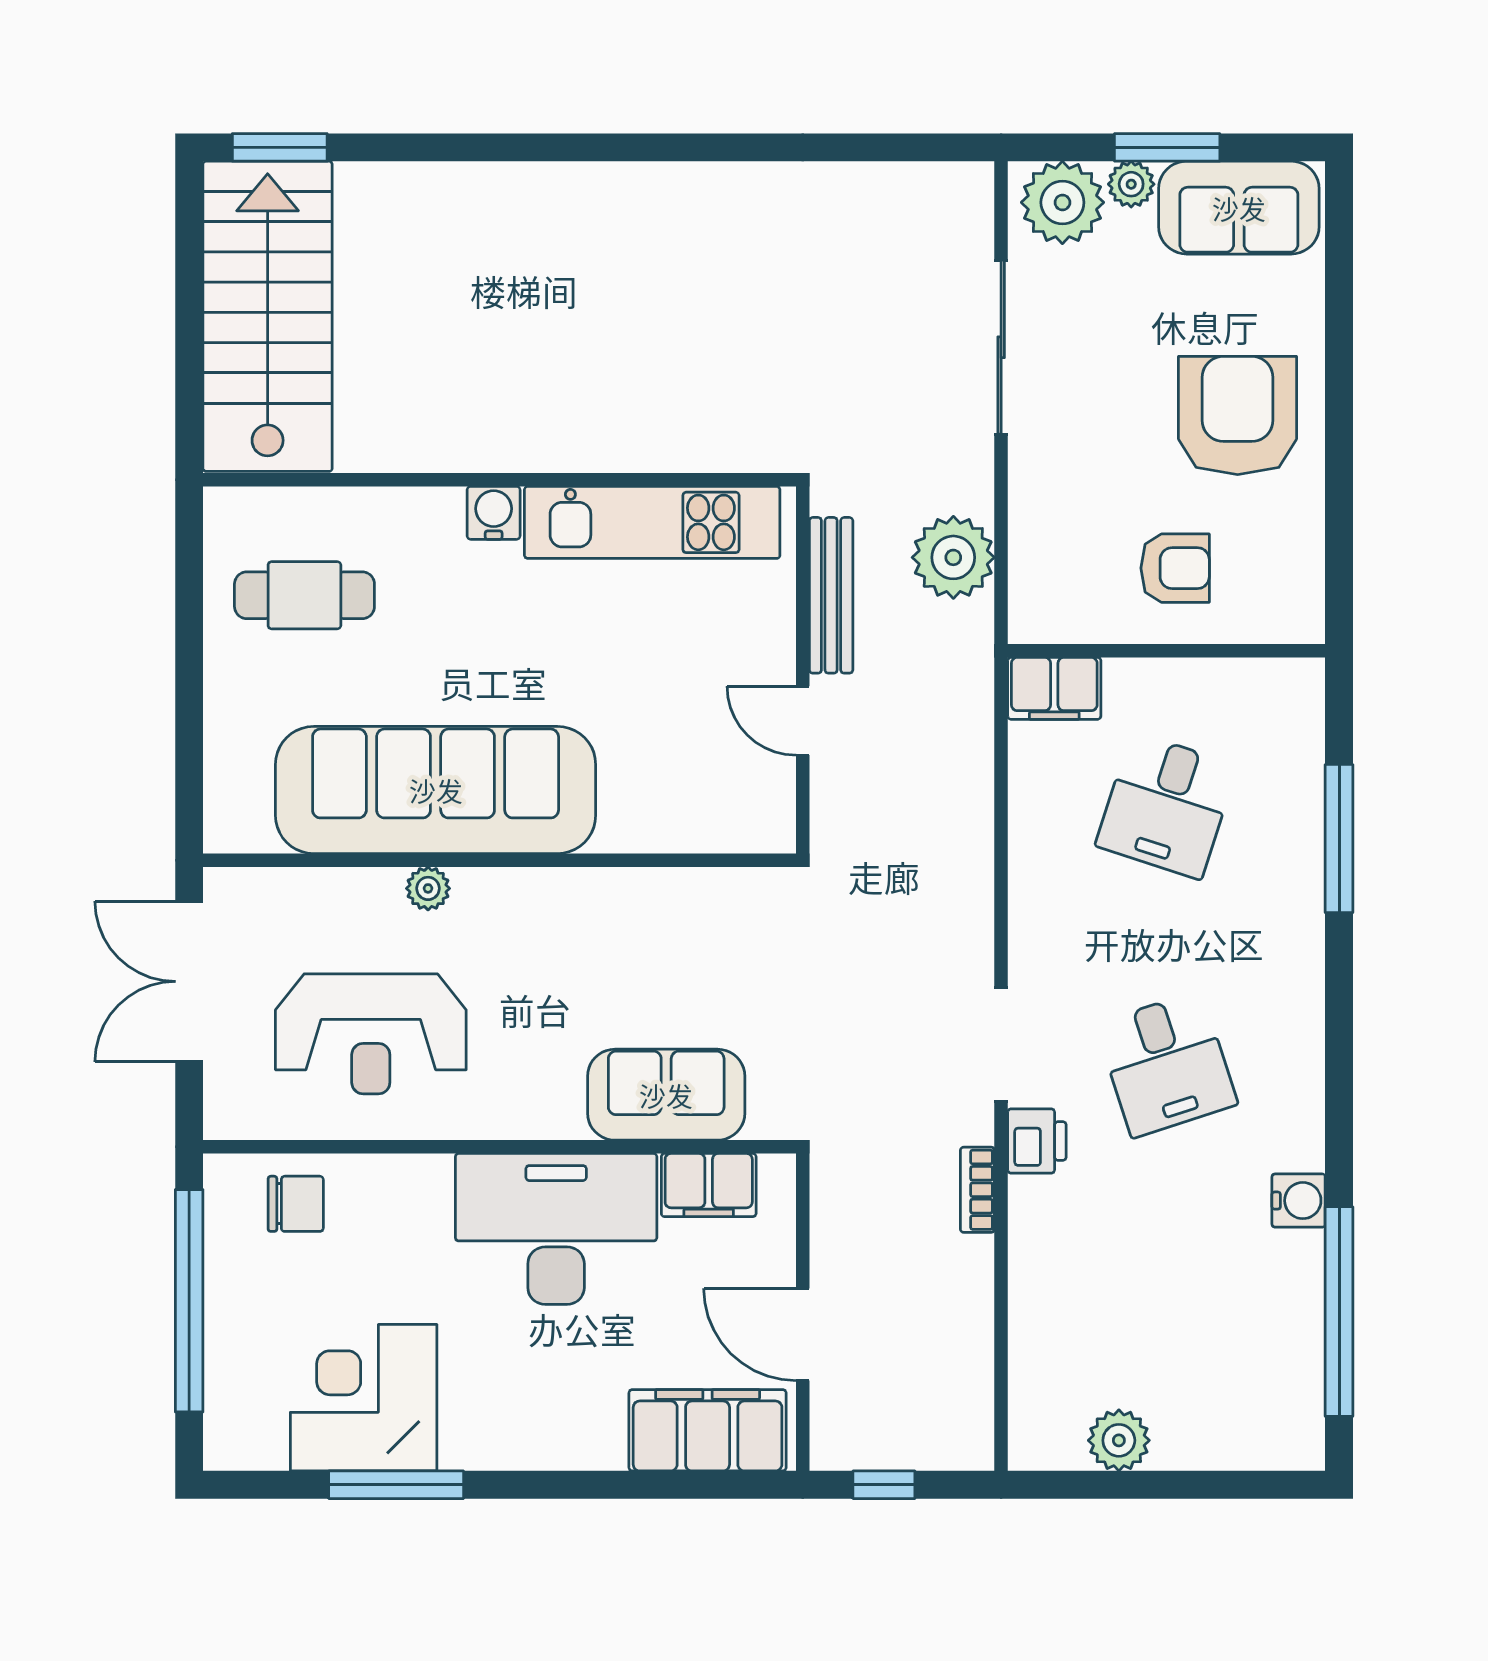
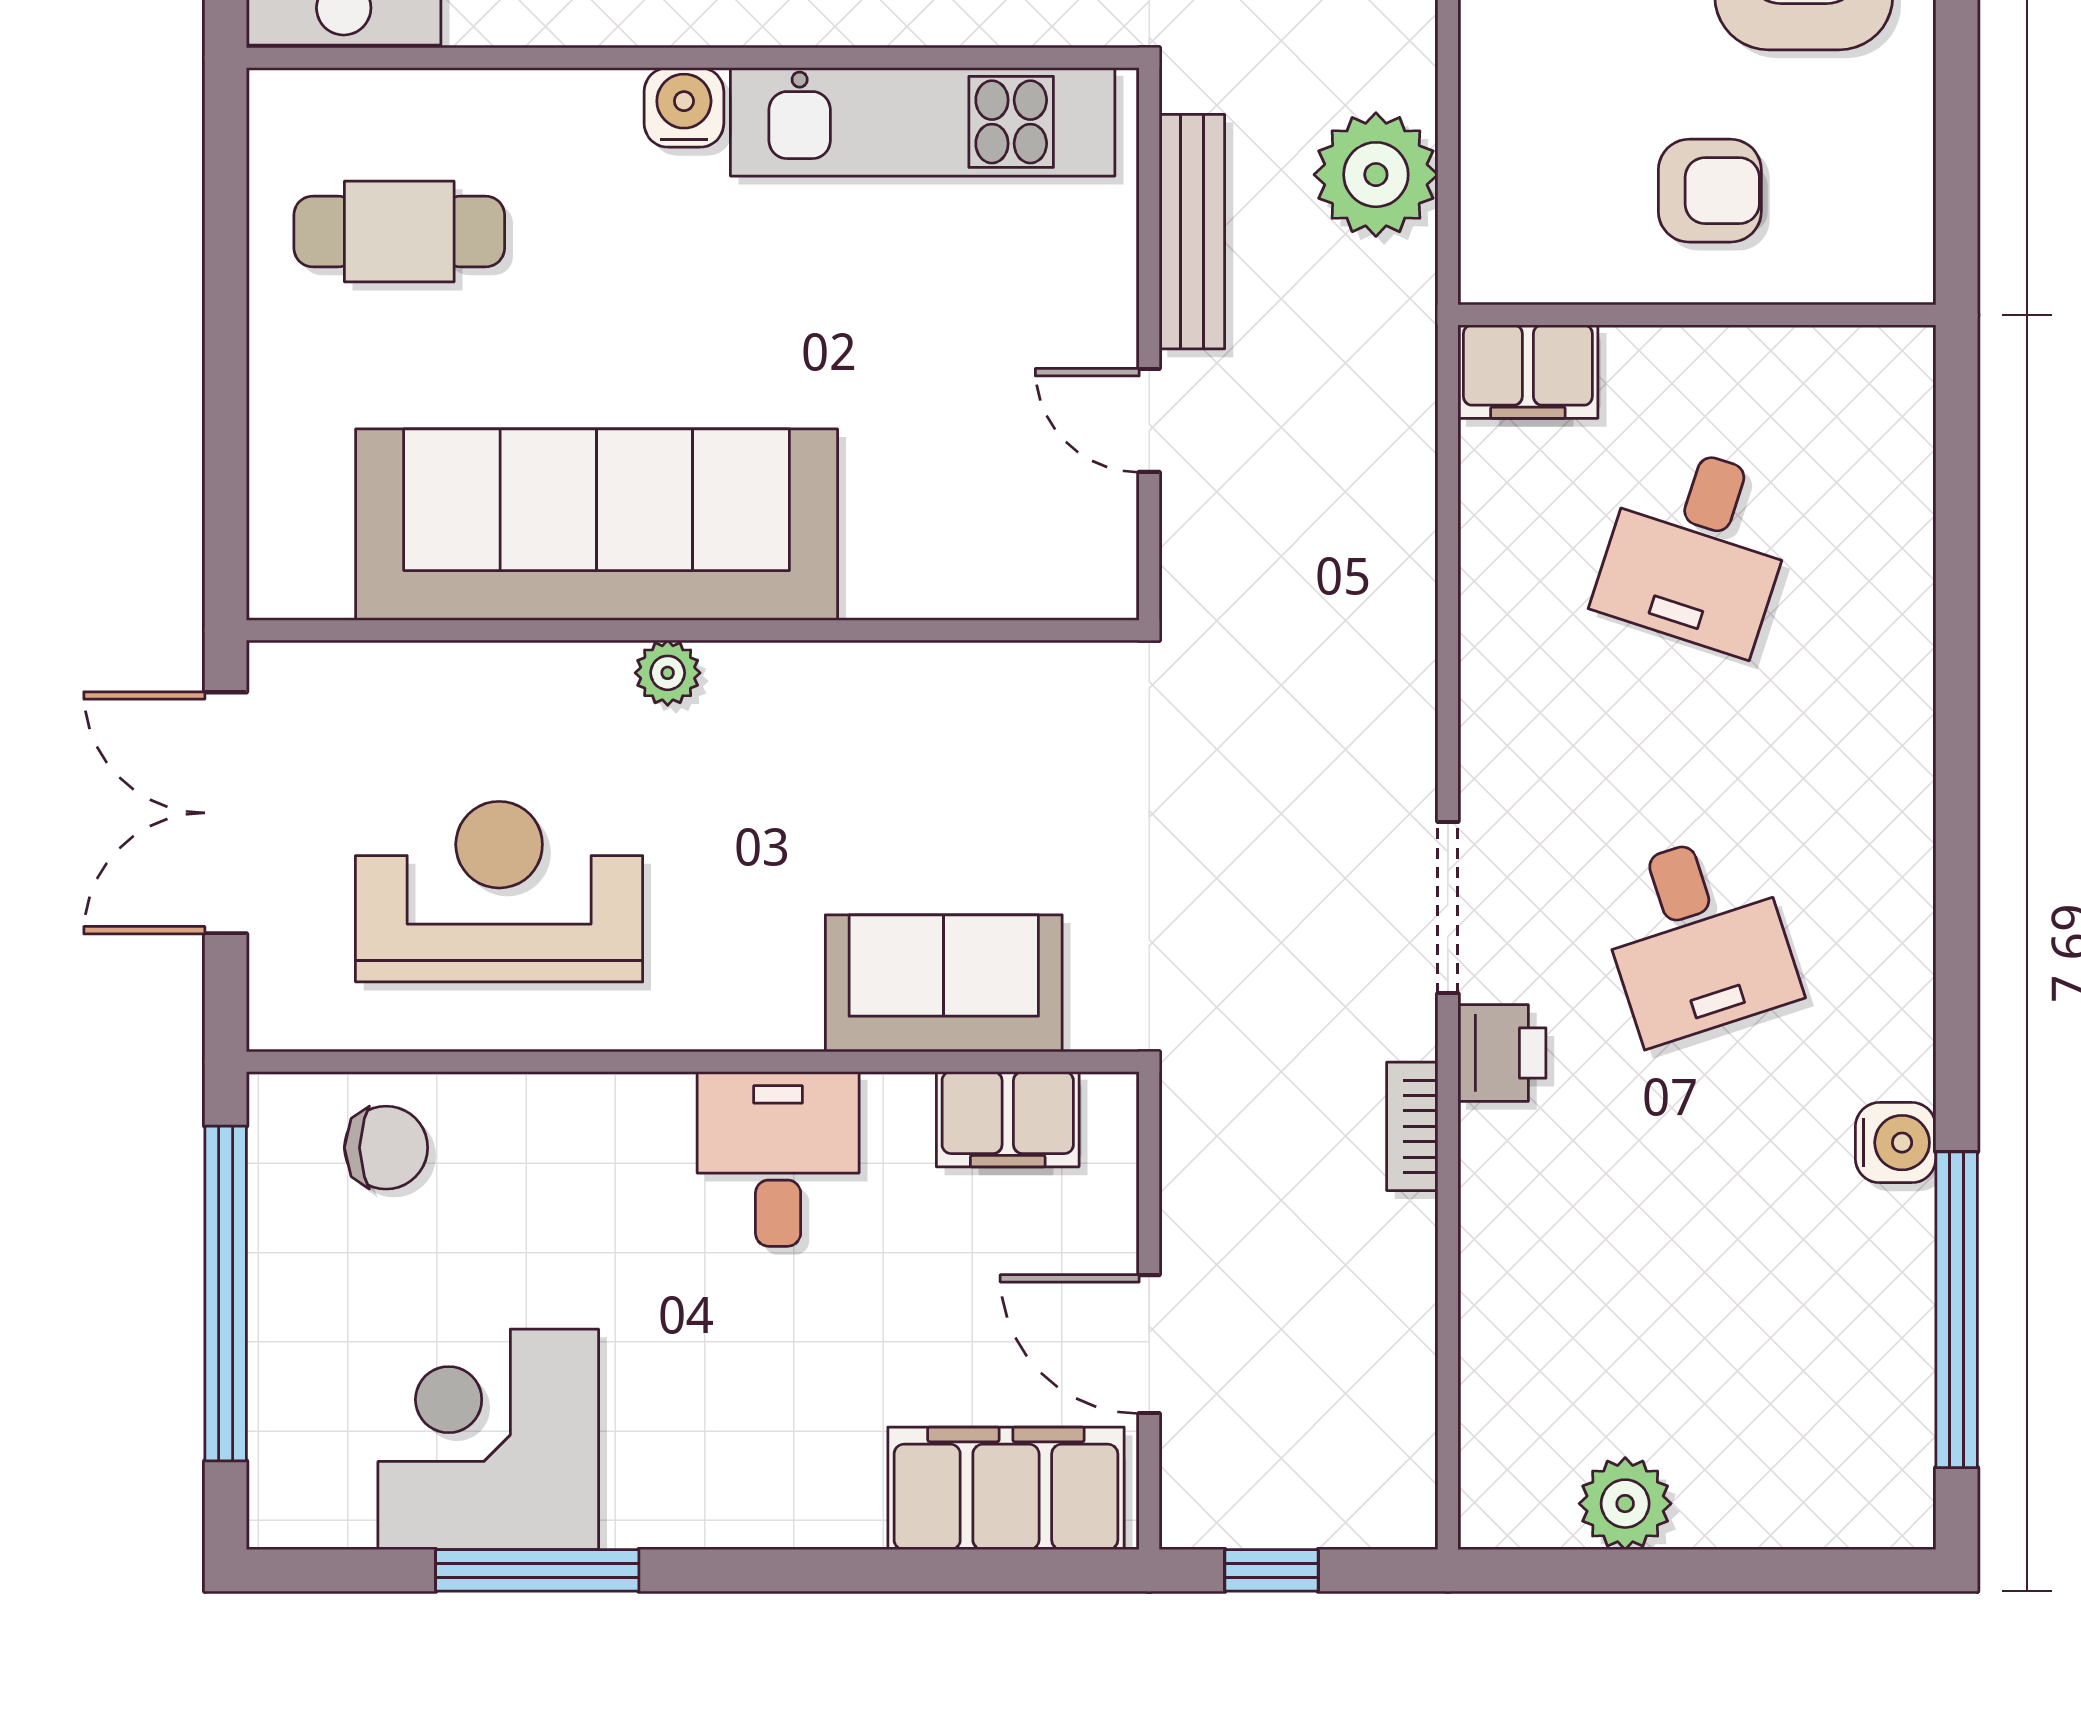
window: (1339, 839) -> (1957, 598), removed
plant: (428, 888) -> (668, 673), moved
reception desk: (371, 1034) -> (499, 892), turned 180
desk: (556, 1229) -> (778, 1159), width x0.53, depth x0.77

